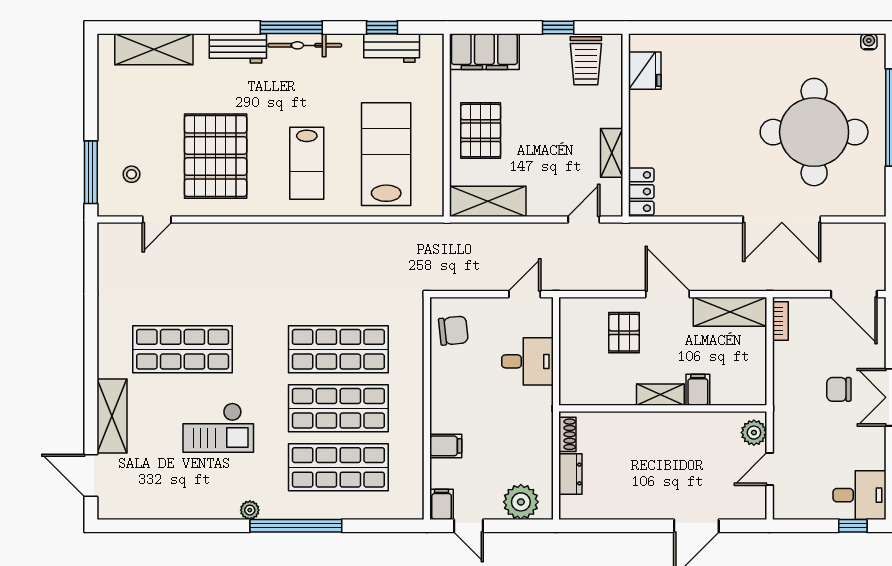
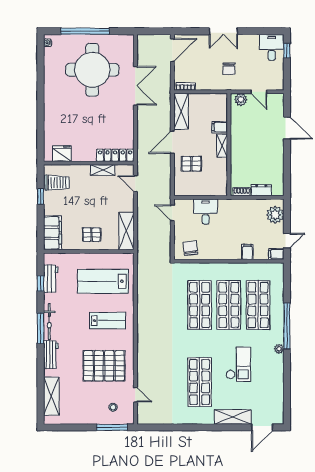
pallet: (481, 131) -> (91, 235), width x0.67, depth x0.71
locker: (641, 192) -> (115, 155), width x1.53
chair: (839, 389) -> (229, 69), moved

